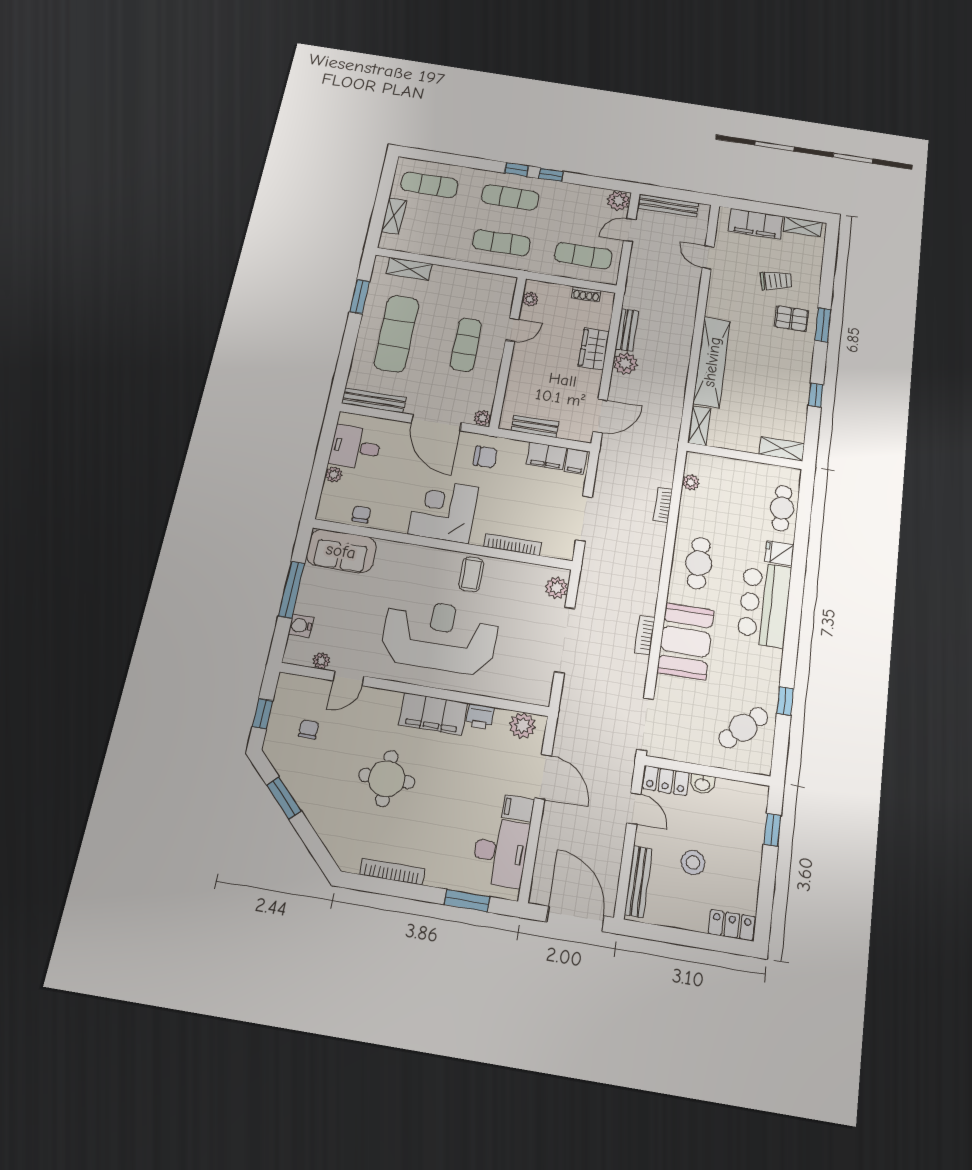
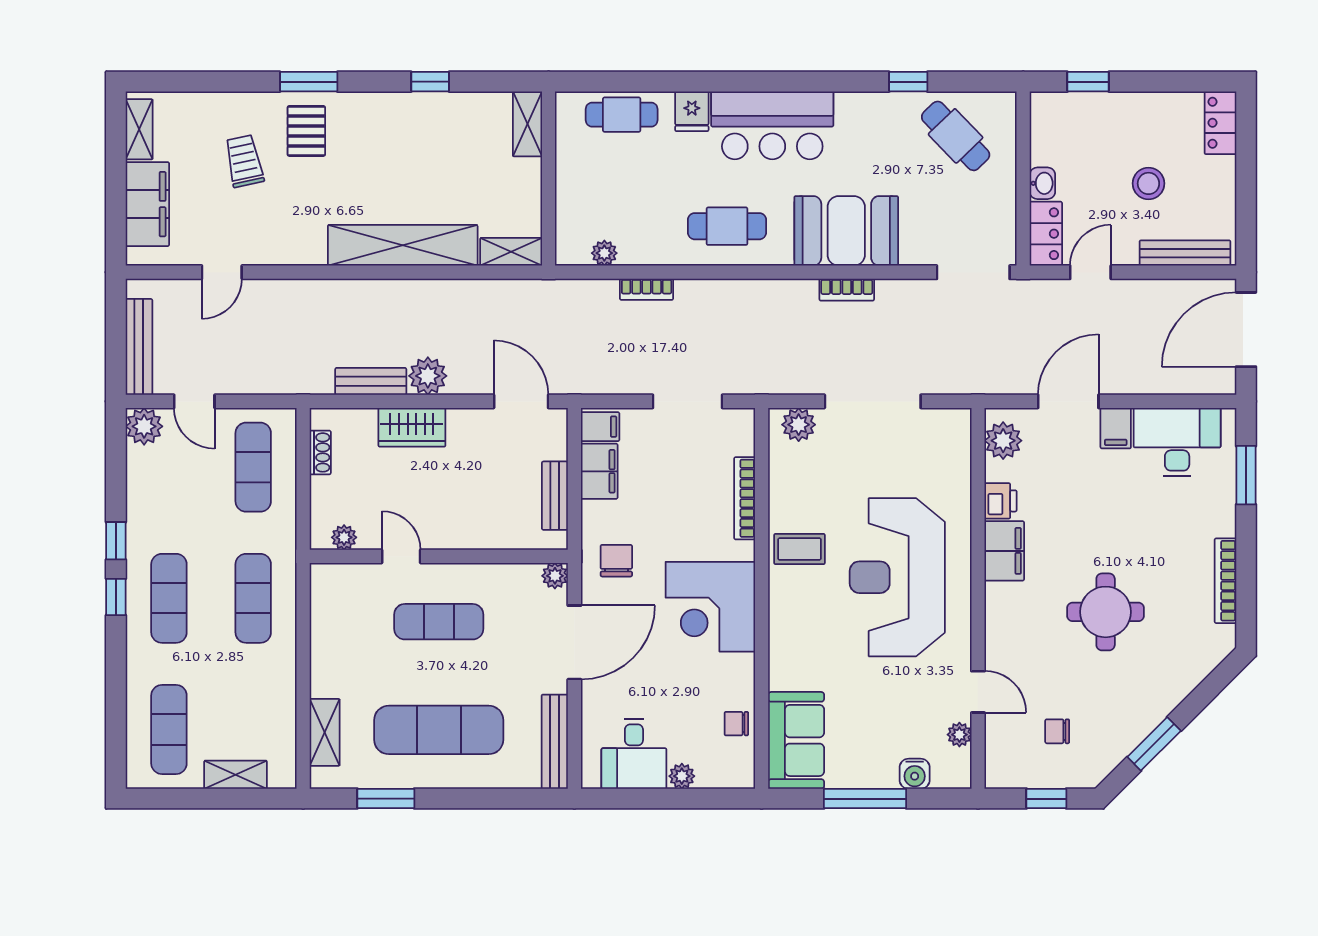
filing cabinet: (433, 714) -> (1004, 551), width x0.67, depth x0.86

